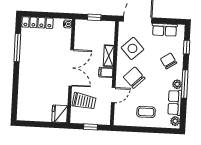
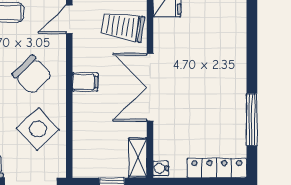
shelving: (109, 56) -> (138, 158), moved
door: (113, 95) -> (69, 19), moved

